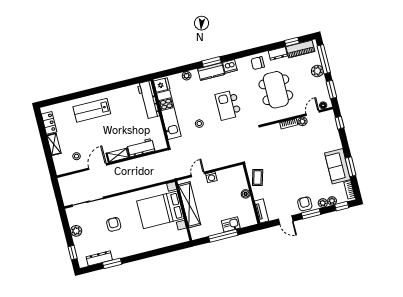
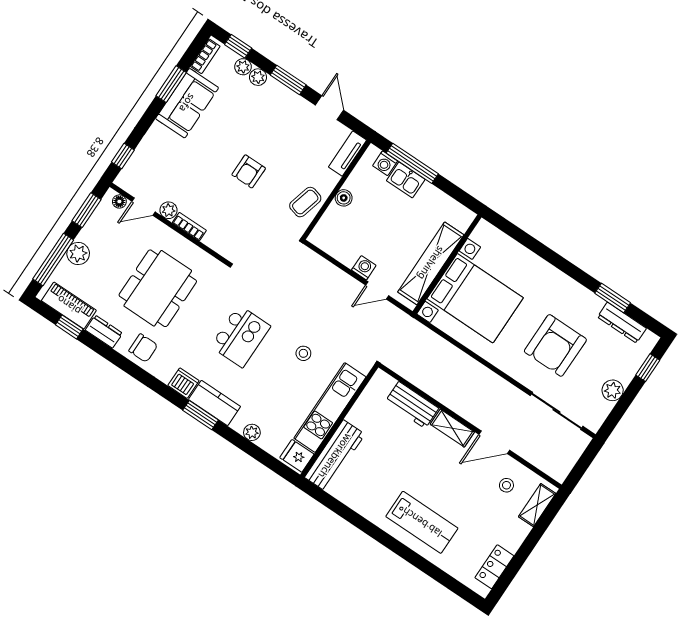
shelving: (54, 144) -> (537, 505), moved
armchair: (305, 204) -> (249, 171), moved
washing machine: (245, 222) -> (385, 163), added
armchair: (114, 224) -> (555, 345), width x1.88, depth x1.88
window: (223, 236) -> (412, 163), moved

